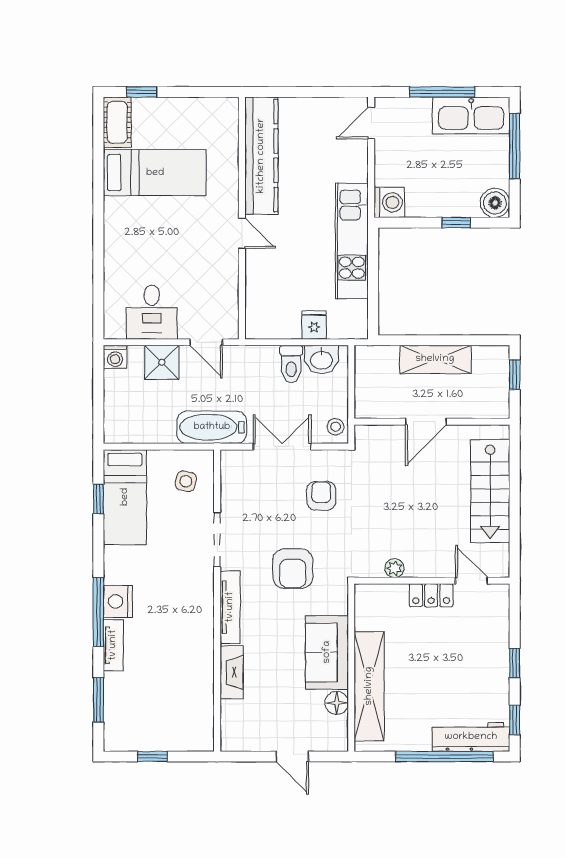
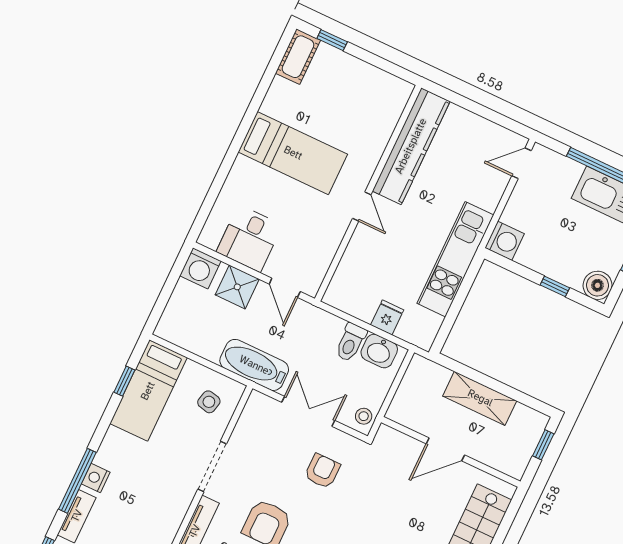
bed: (155, 173) -> (293, 153), moved
washing machine: (115, 357) -> (200, 268), width x1.38, depth x1.38
nightstand: (118, 601) -> (96, 478), width x0.74, depth x0.75

